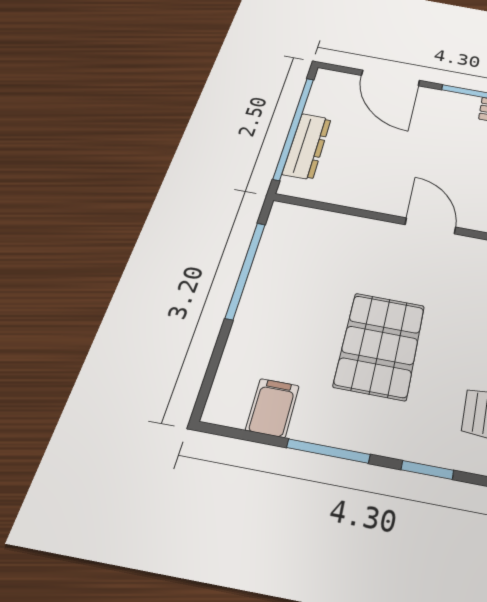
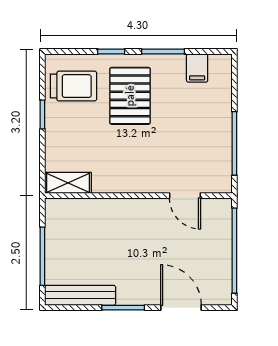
dresser: (307, 146) -> (222, 238), removed
door: (430, 226) -> (185, 196), moved
pallet: (380, 345) -> (130, 96), moved

